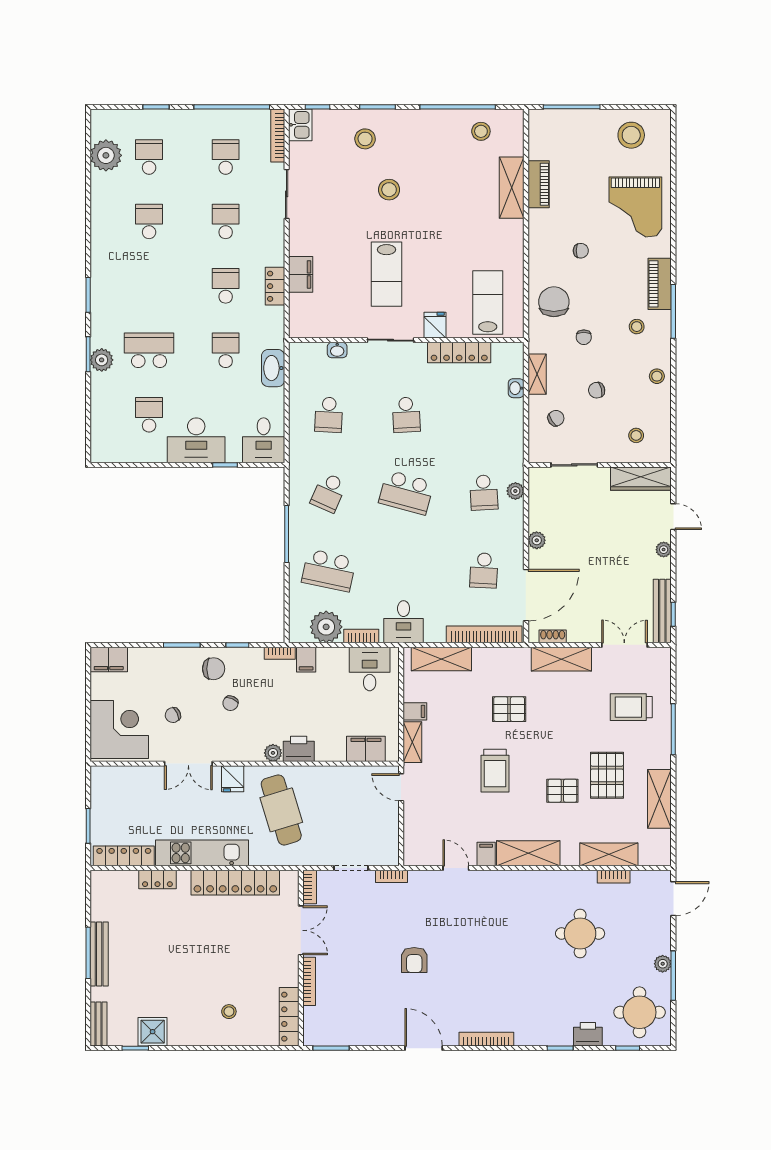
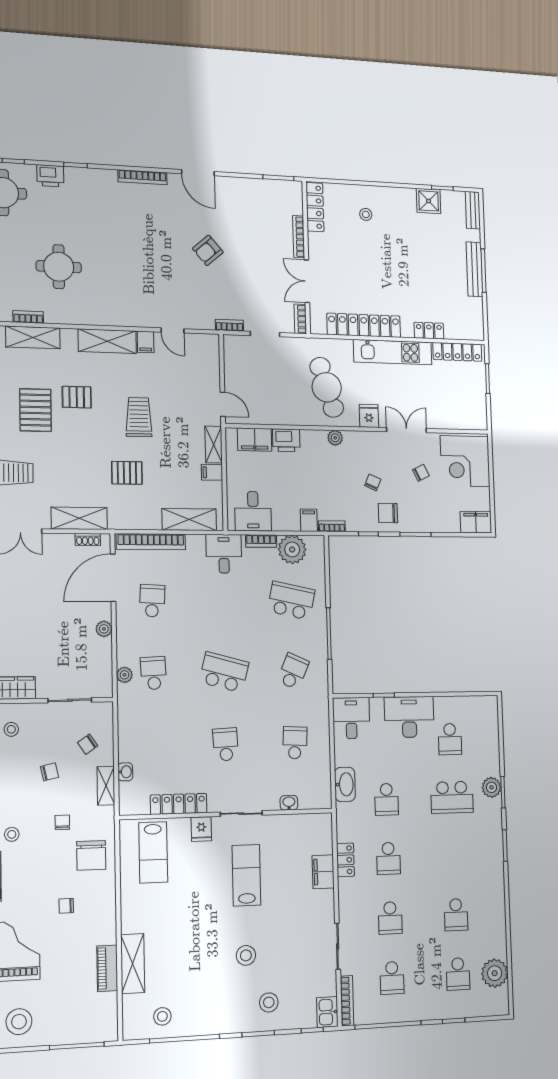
printer: (299, 749) -> (286, 440), moved
armchair: (414, 960) -> (208, 250), turned -131

